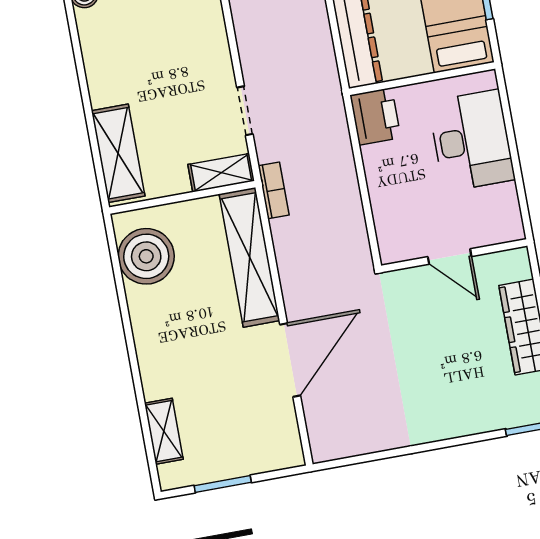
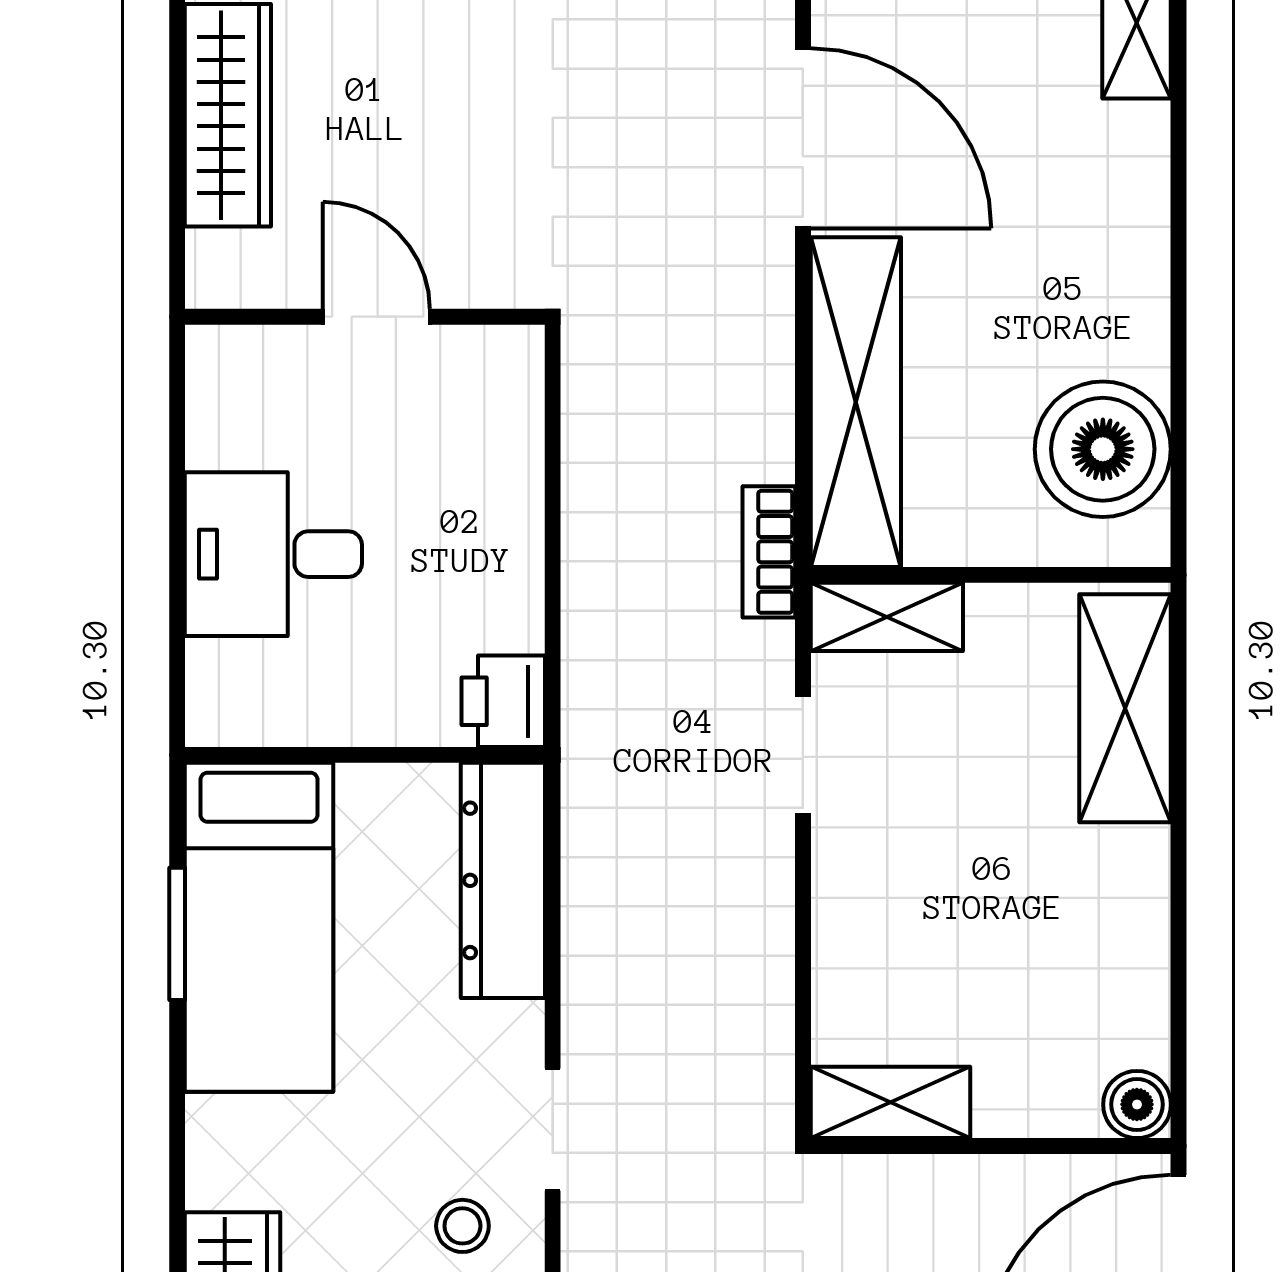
printer: (375, 116) -> (503, 701), width x0.73, depth x0.81
desk: (472, 141) -> (273, 554), width x0.73
door: (290, 360) -> (803, 138), swing flipped

